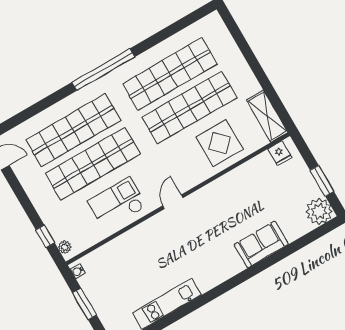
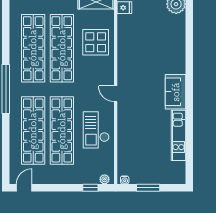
sofa: (261, 244) -> (176, 92), moved

